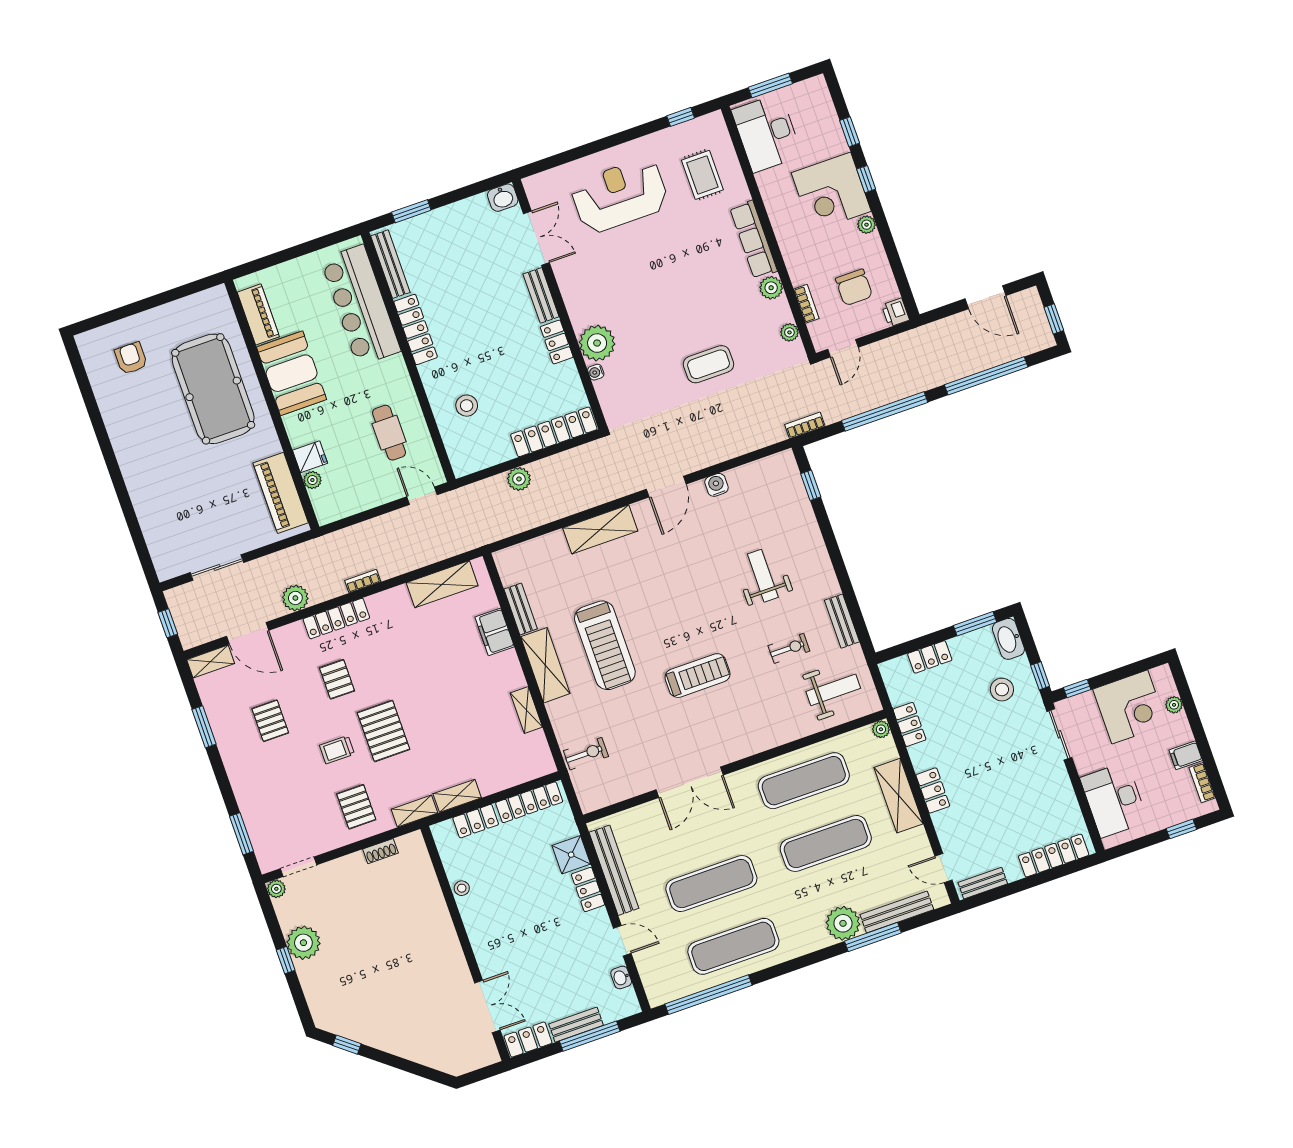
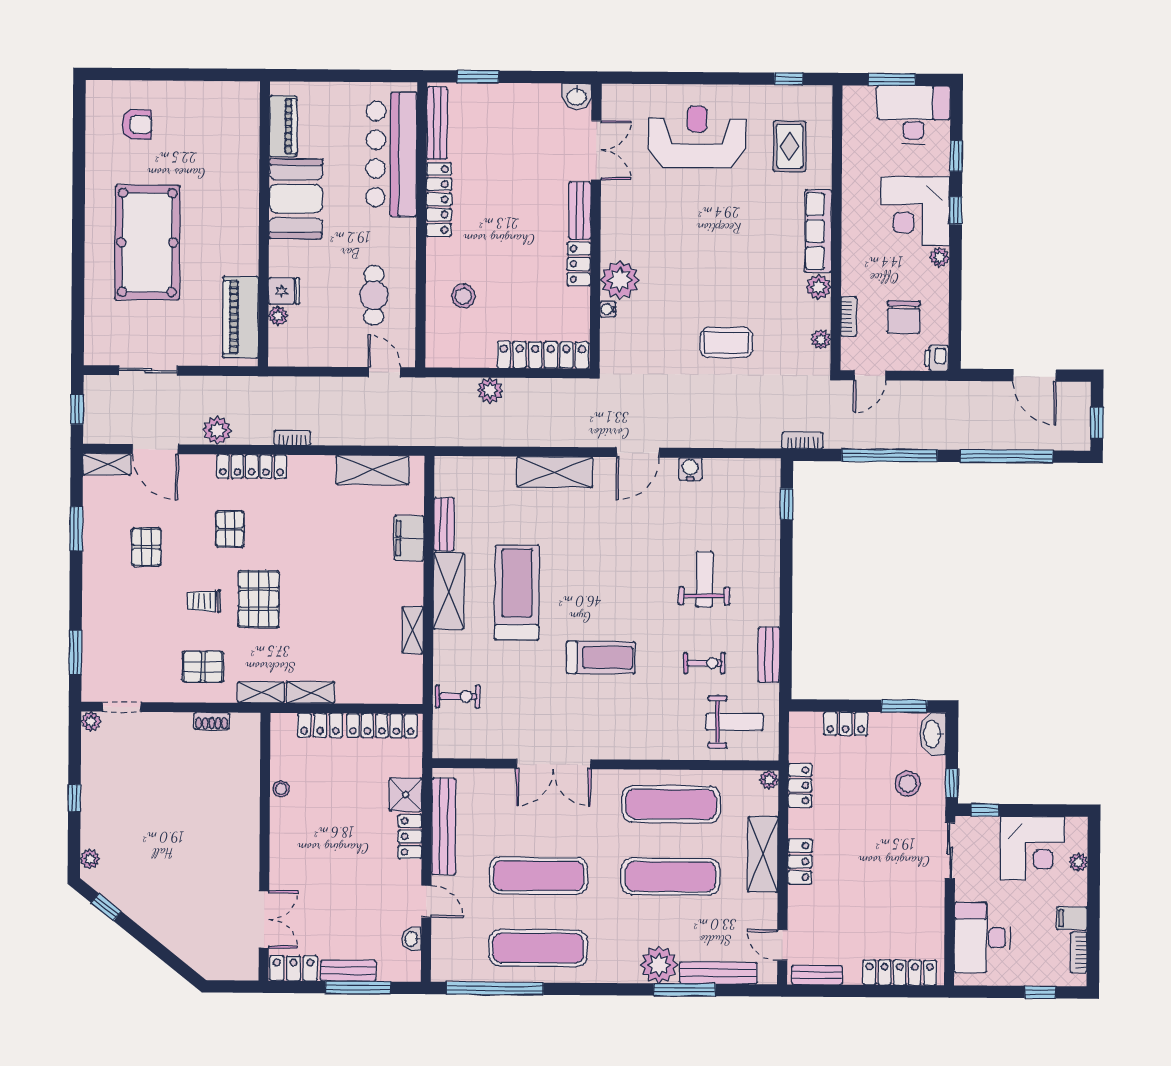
desk: (767, 133) -> (914, 115), moved, turned 90
armchair: (131, 358) -> (137, 124), turned 90
pool table: (213, 389) -> (147, 242), moved
treadmill: (605, 645) -> (517, 592), turned 180
pallet: (356, 807) -> (203, 667), turned 90
plant: (303, 943) -> (90, 859), moved, width x0.53, depth x0.53

